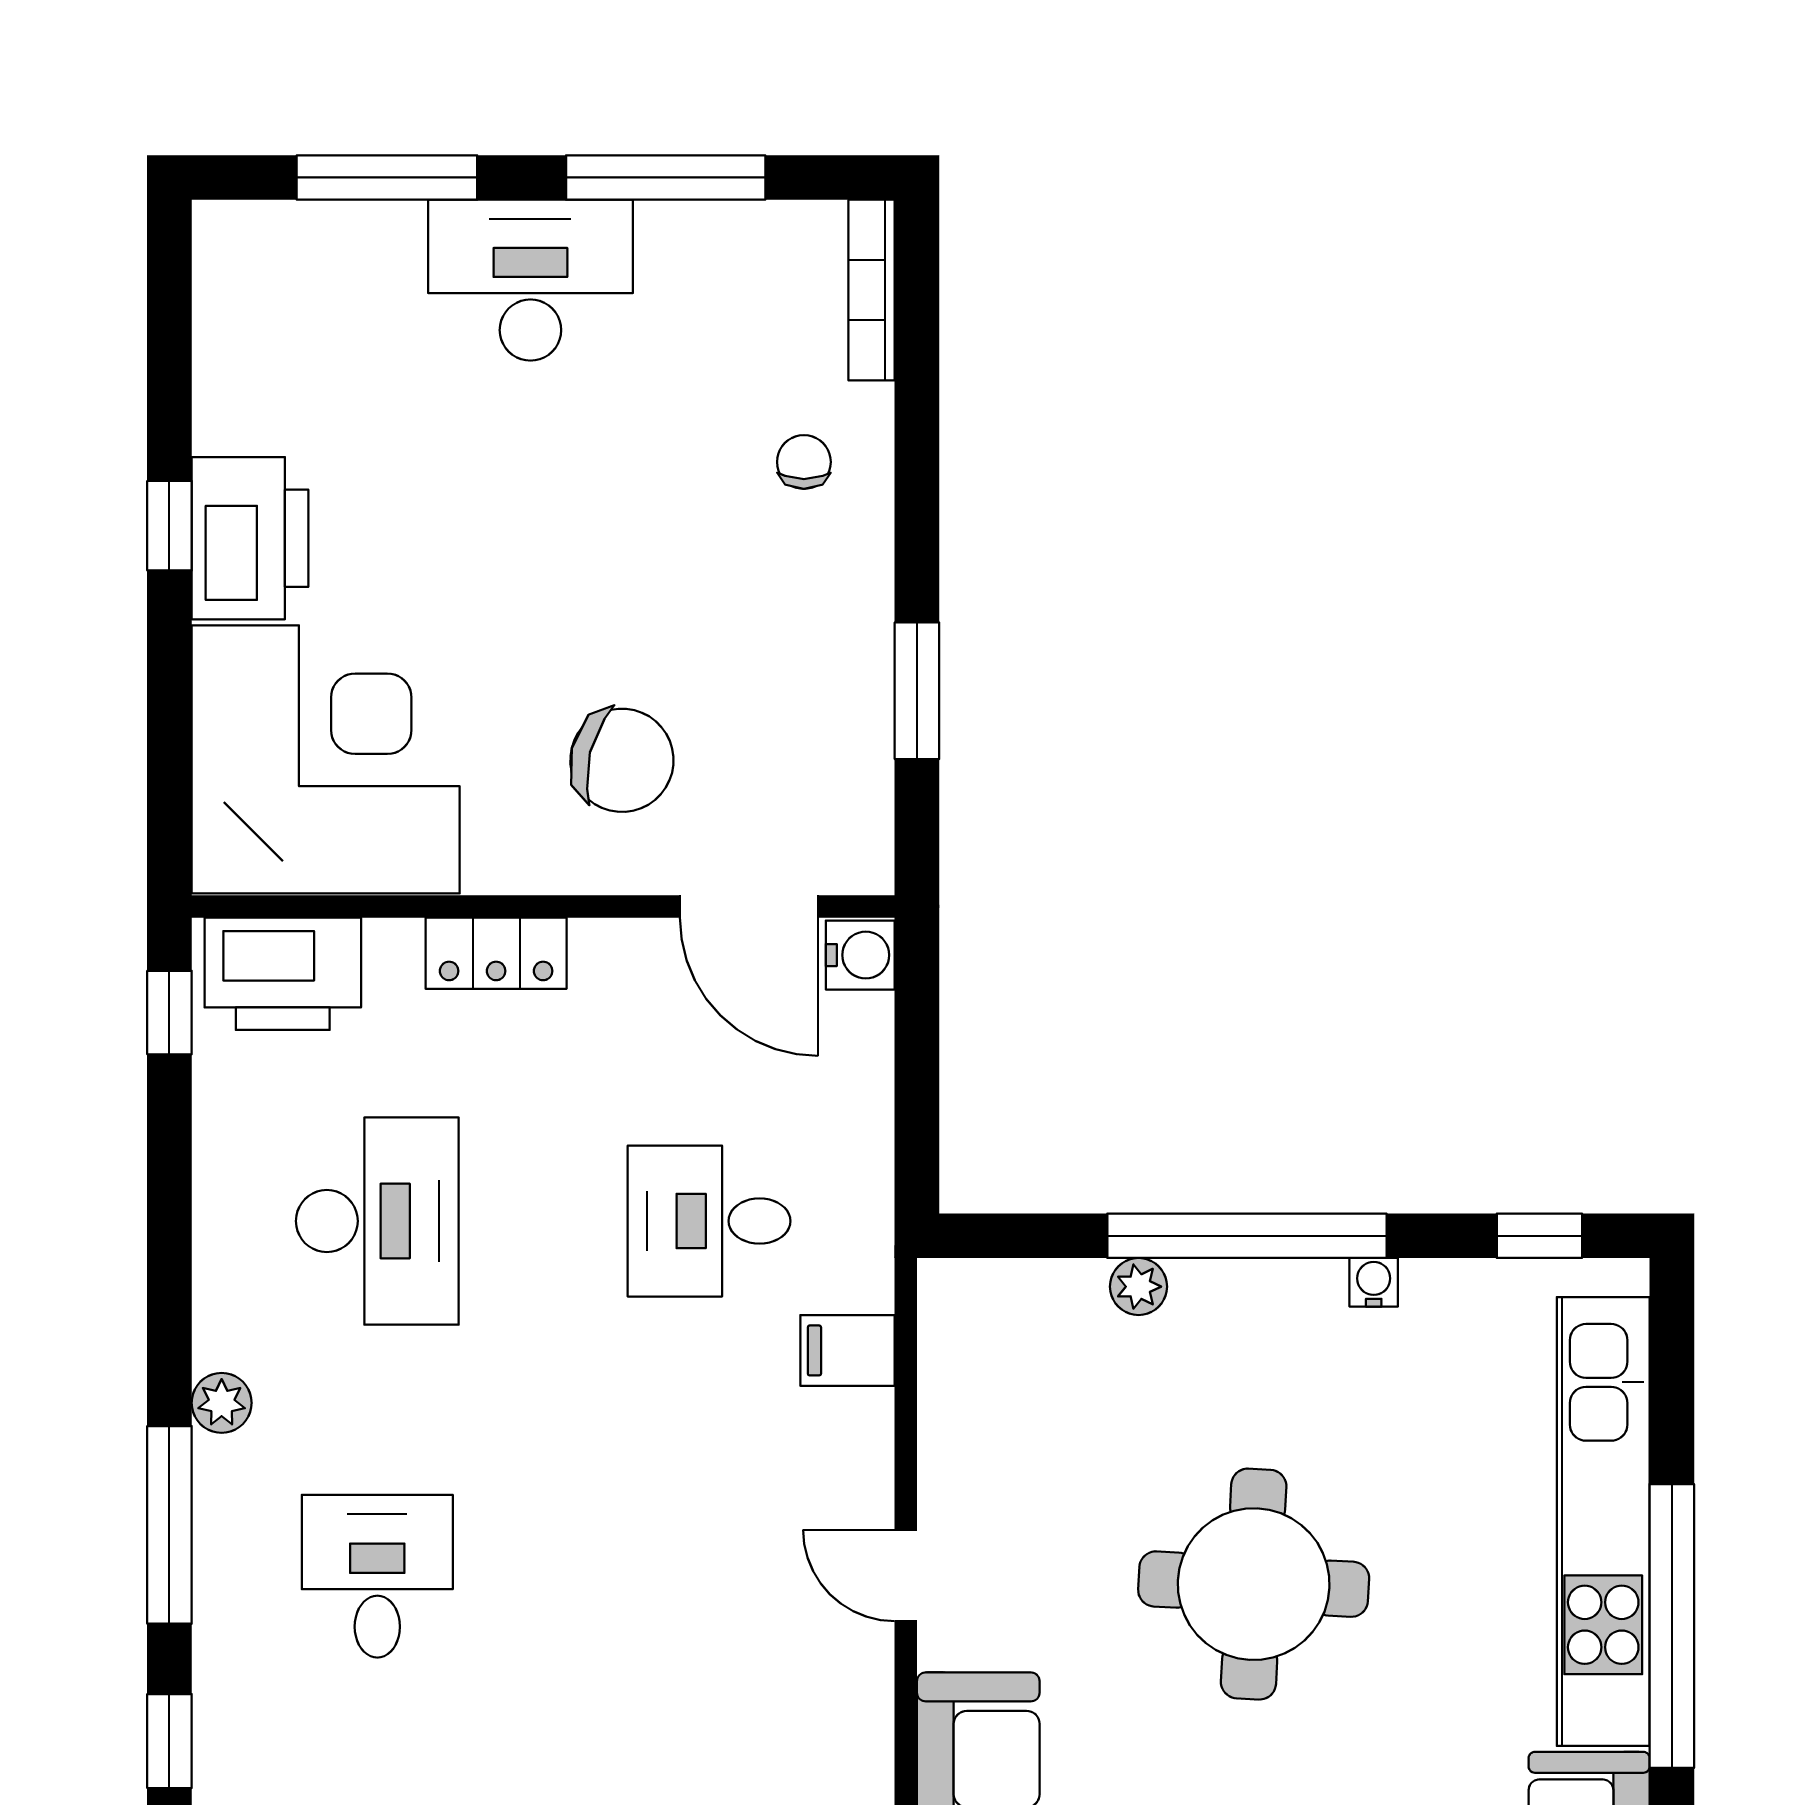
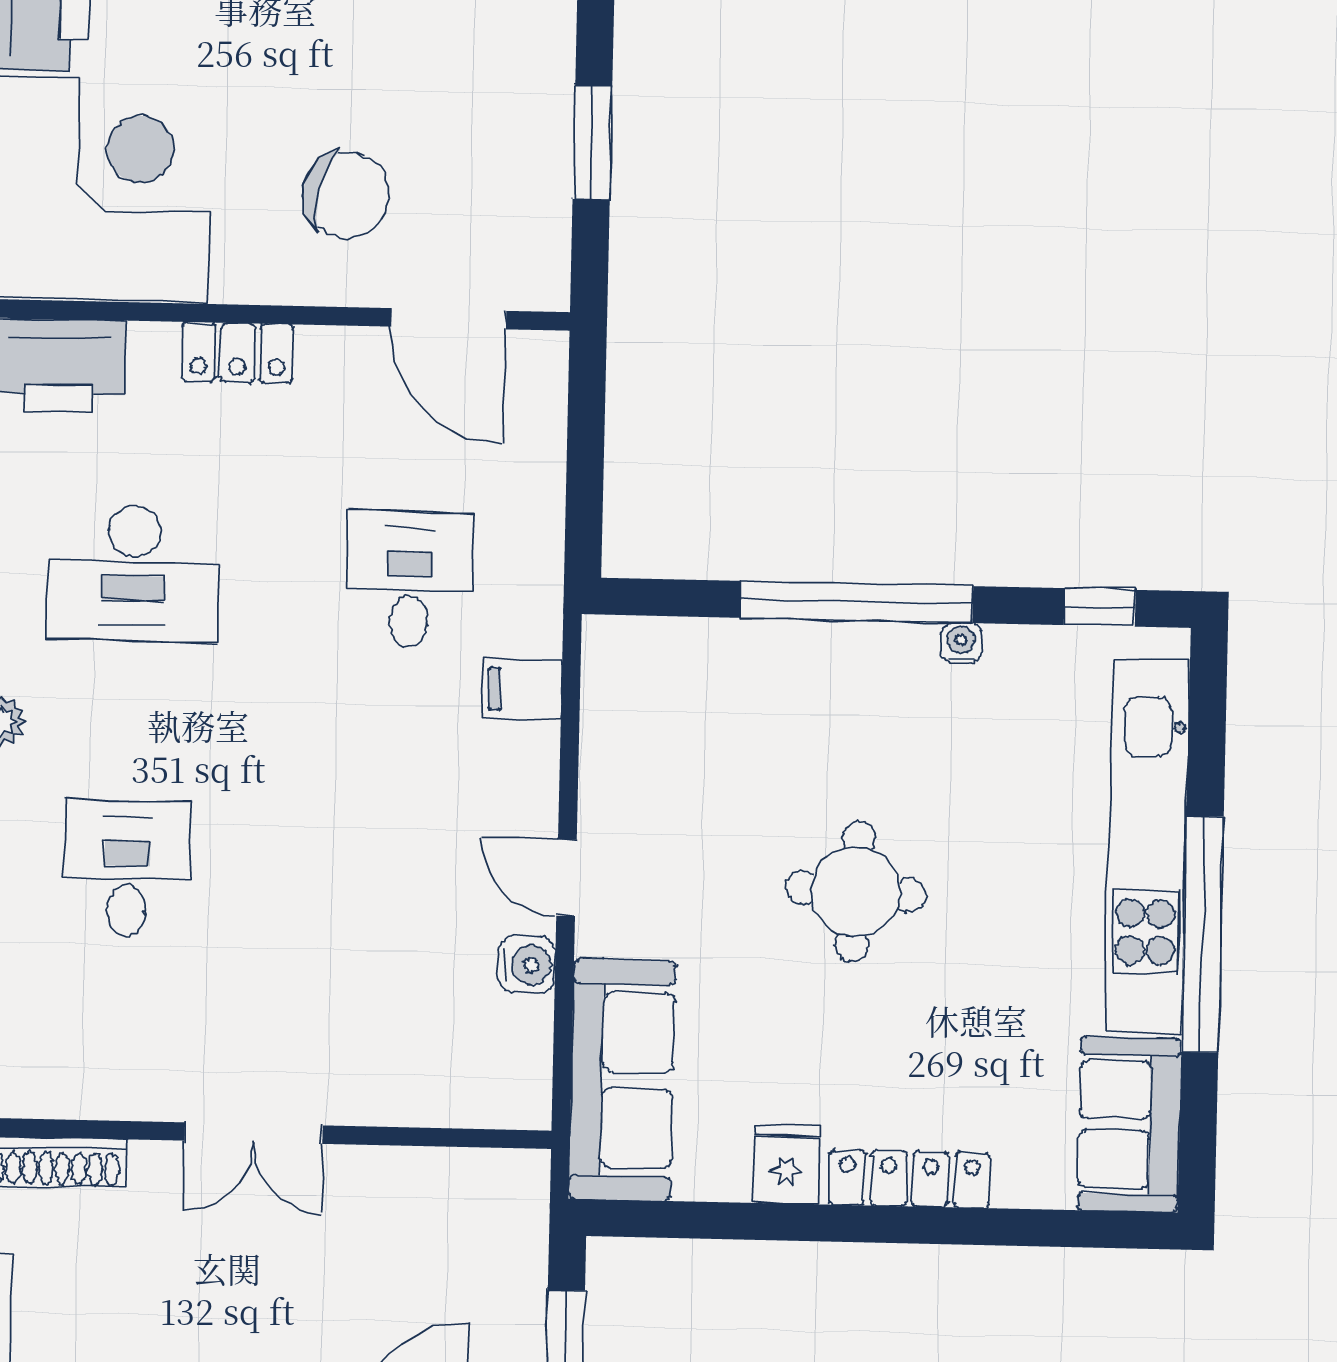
water cooler: (860, 955) -> (527, 965), moved
desk: (377, 1221) -> (134, 573), turned 90
desk: (709, 1221) -> (410, 580), turned 90
plant: (1139, 1287) -> (765, 642), removed
round table: (1254, 1584) -> (856, 892), width x0.73, depth x0.73

